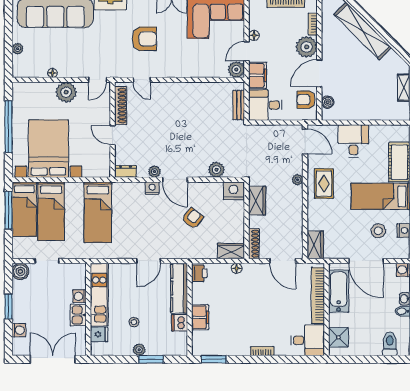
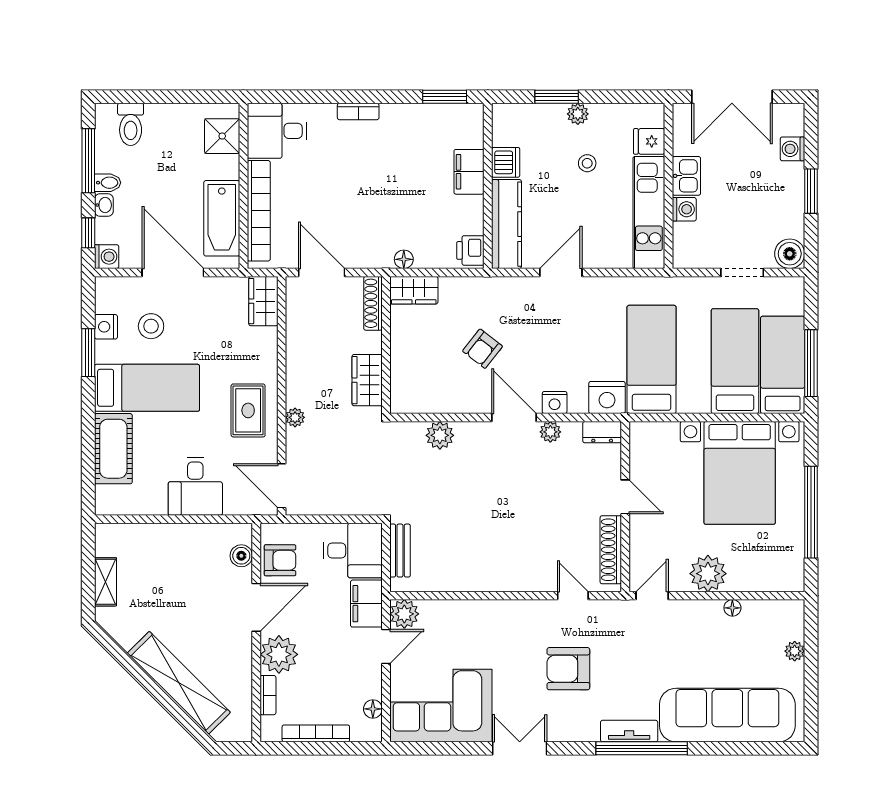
floor lamp: (254, 35) -> (373, 709), moved
nightstand: (233, 191) -> (607, 397), moved

